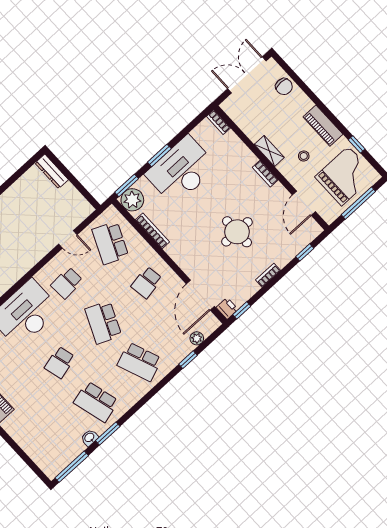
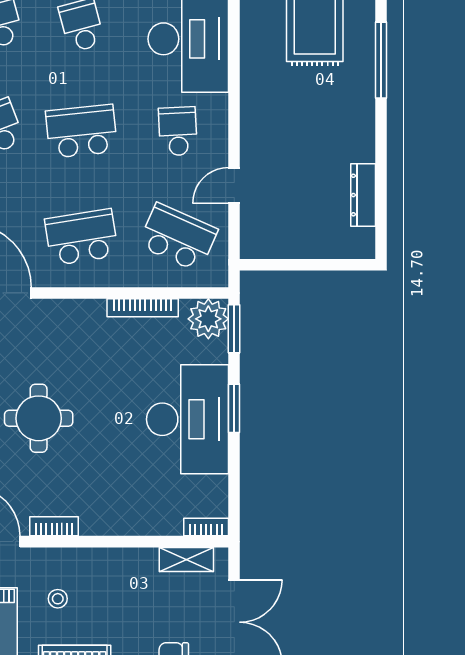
shelving: (269, 151) -> (186, 559), moved
dresser: (52, 171) -> (363, 195), moved, turned -90
bookcase: (265, 174) -> (54, 526), moved
school desk: (147, 282) -> (82, 237), width x1.85
school desk: (103, 322) -> (82, 131), turned -30

